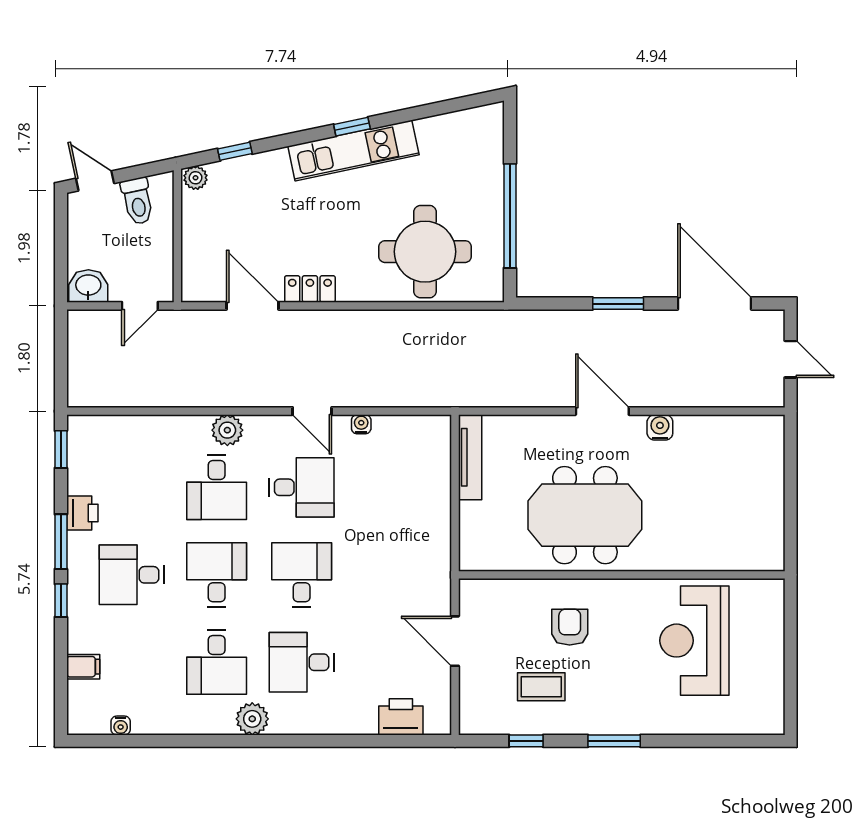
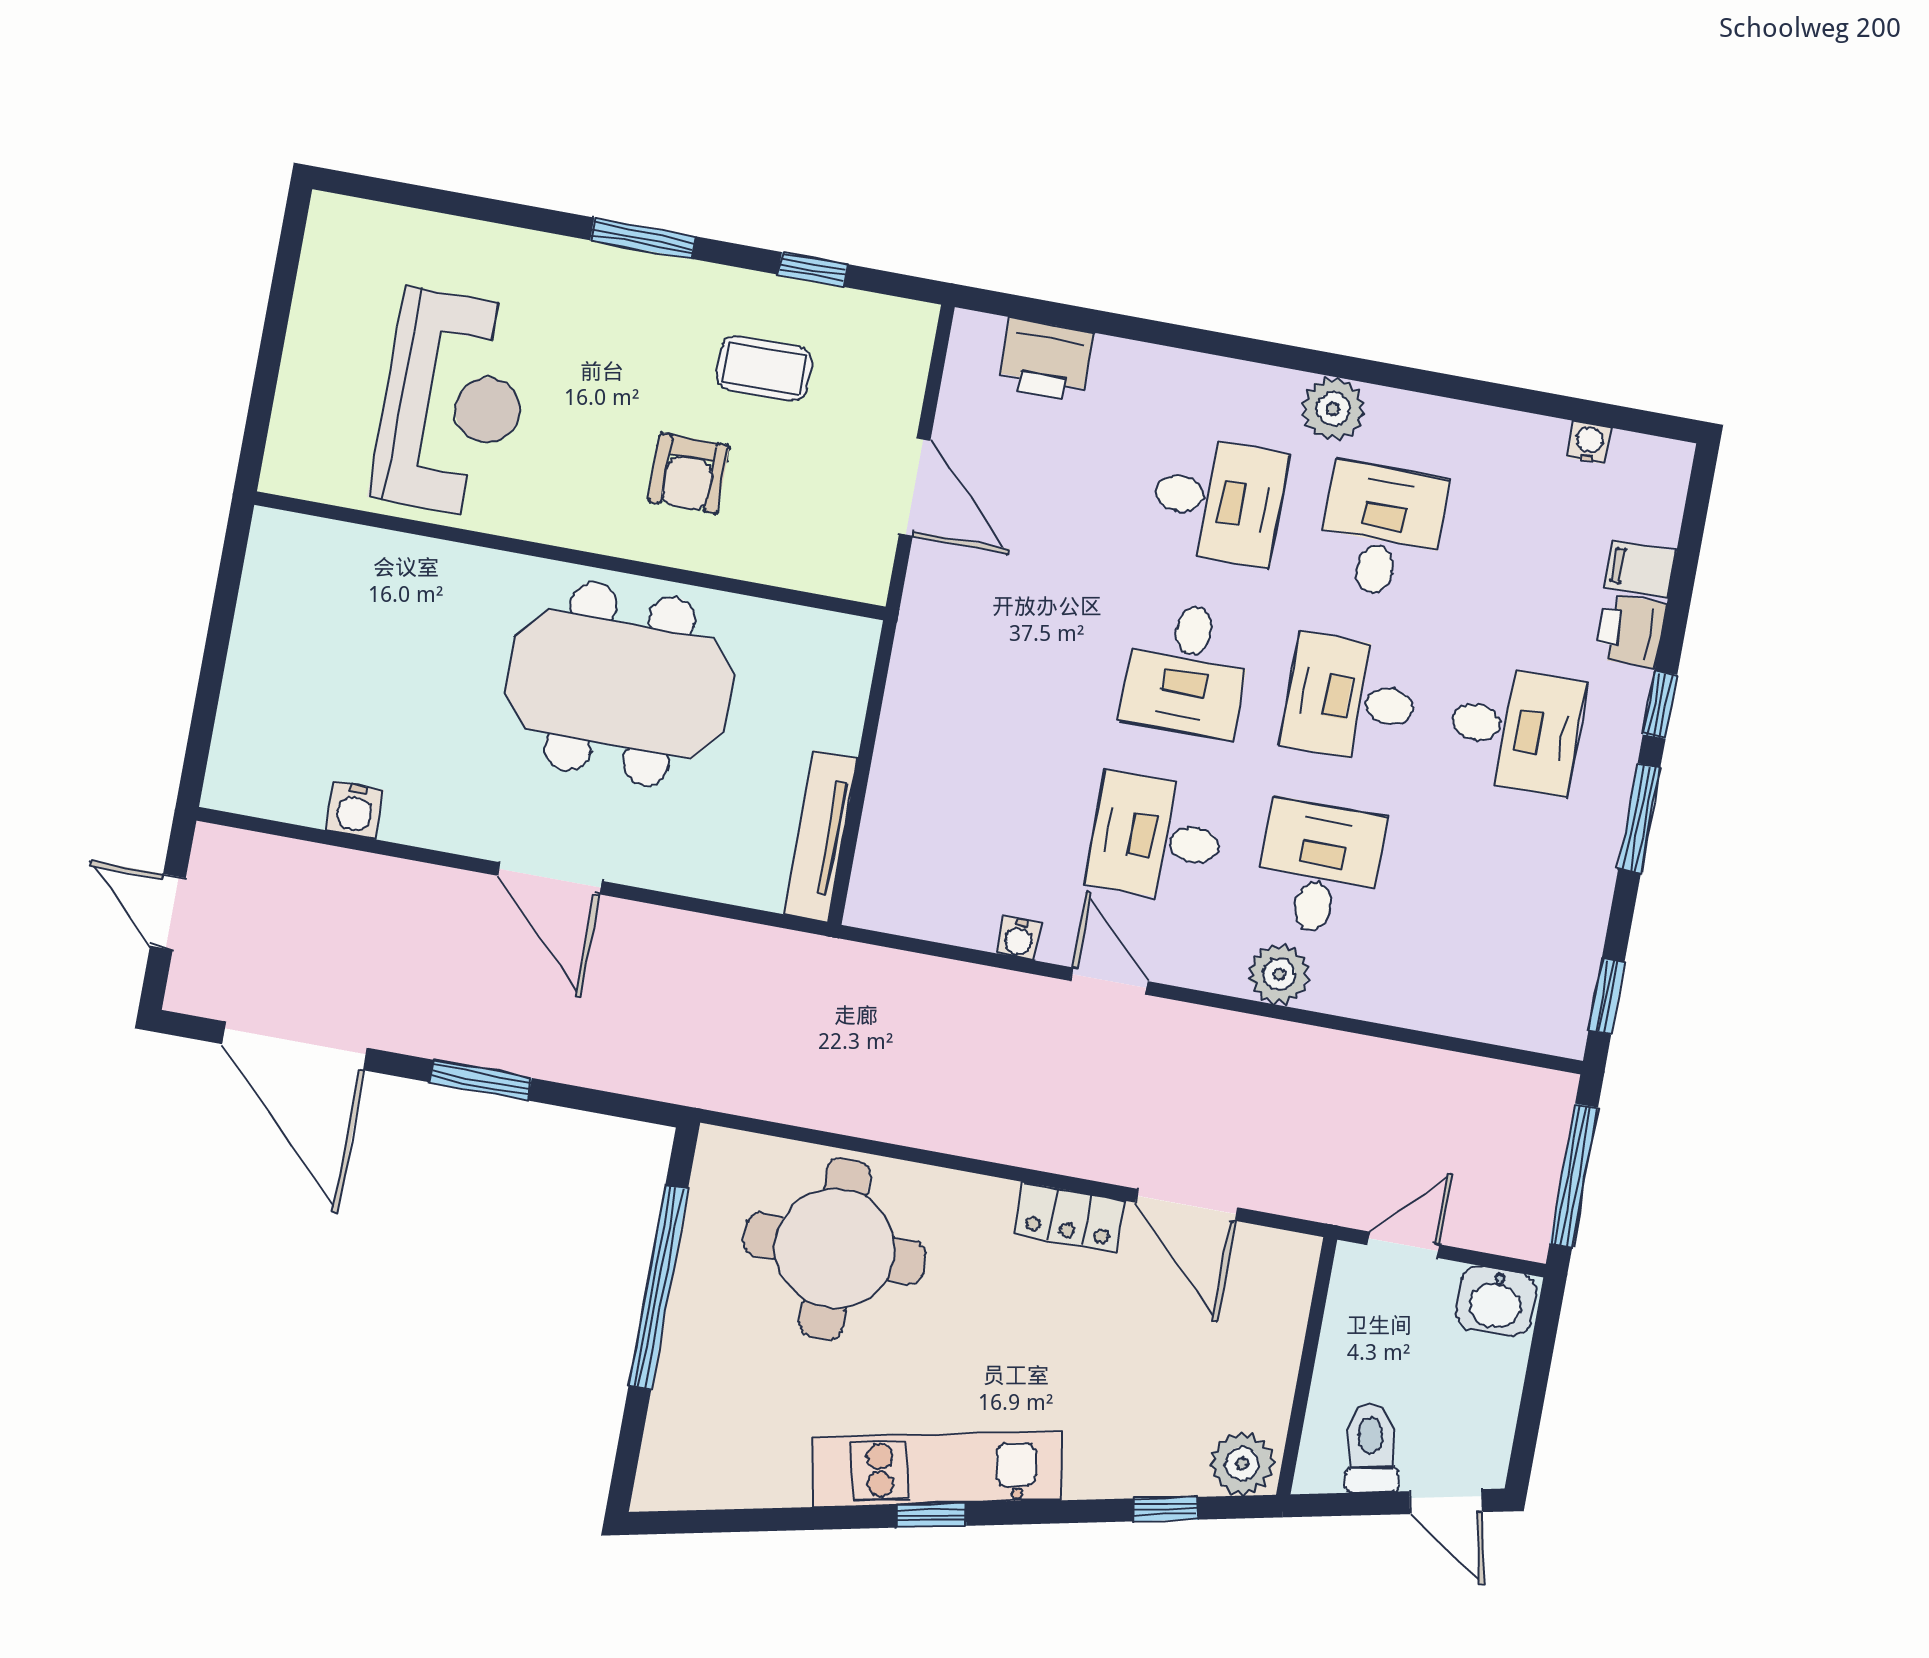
plant: (196, 178) -> (1242, 1464), width x1.38, depth x1.38
window: (61, 356) -> (1574, 1176), added
water cooler: (660, 427) -> (355, 810), moved
printer: (82, 513) -> (1631, 631), moved
desk: (217, 575) -> (1351, 699), turned 90

